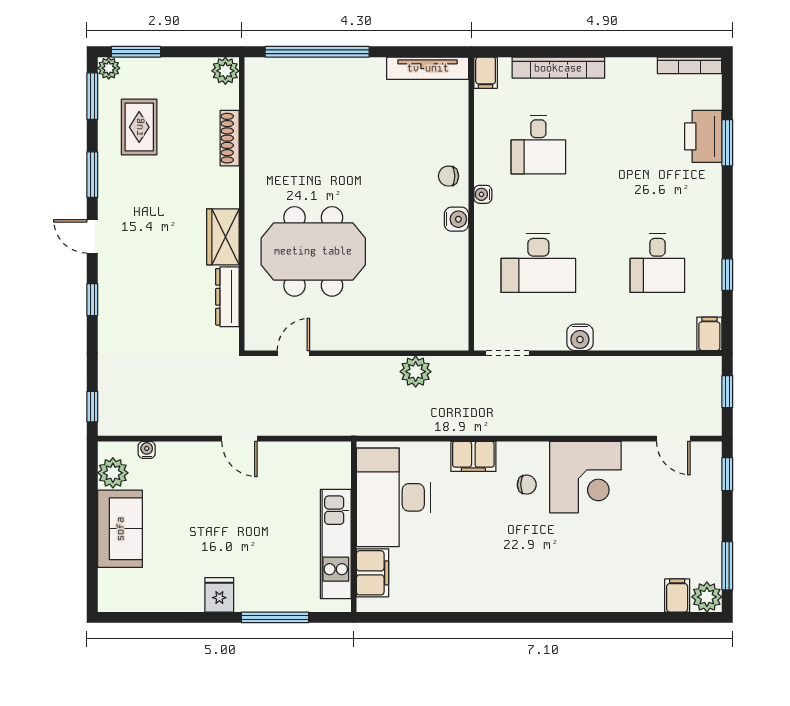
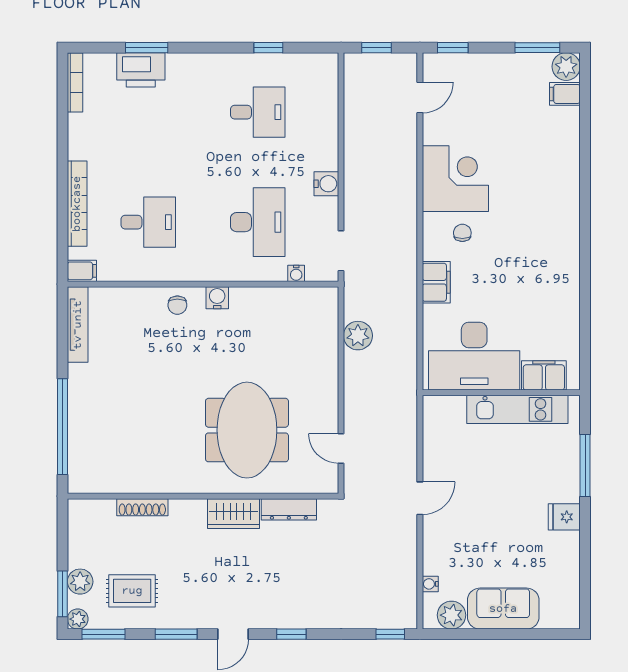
plant: (225, 71) -> (80, 582), moved
water cooler: (483, 194) -> (296, 273), moved
filing cabinet: (709, 334) -> (323, 64), removed

